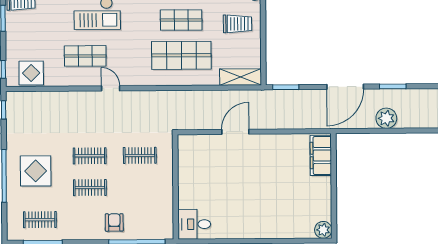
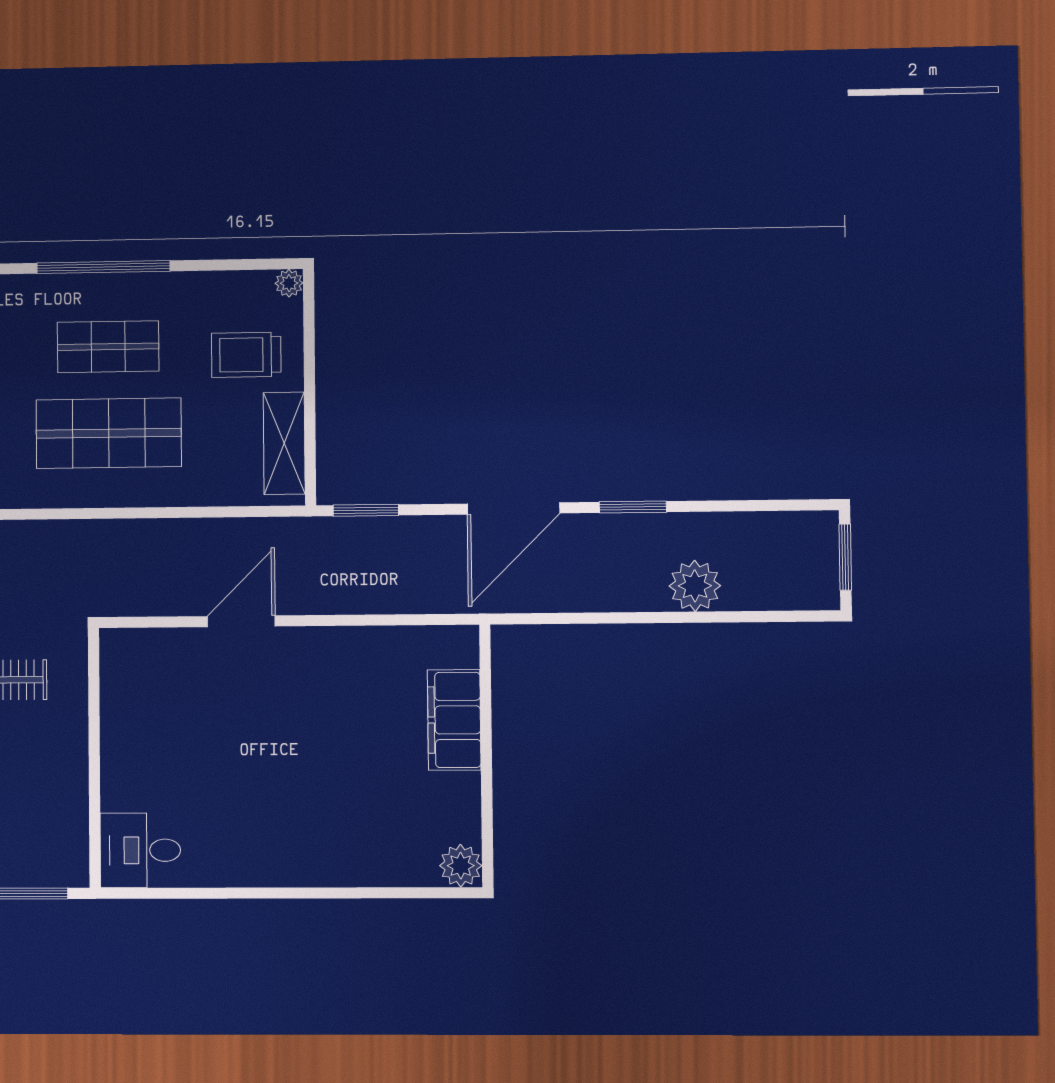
trolley: (238, 24) -> (246, 355), turned 180
shelving: (241, 77) -> (284, 443), moved, turned 90
plant: (386, 118) -> (695, 586), moved
filing cabinet: (321, 155) -> (454, 720), moved

